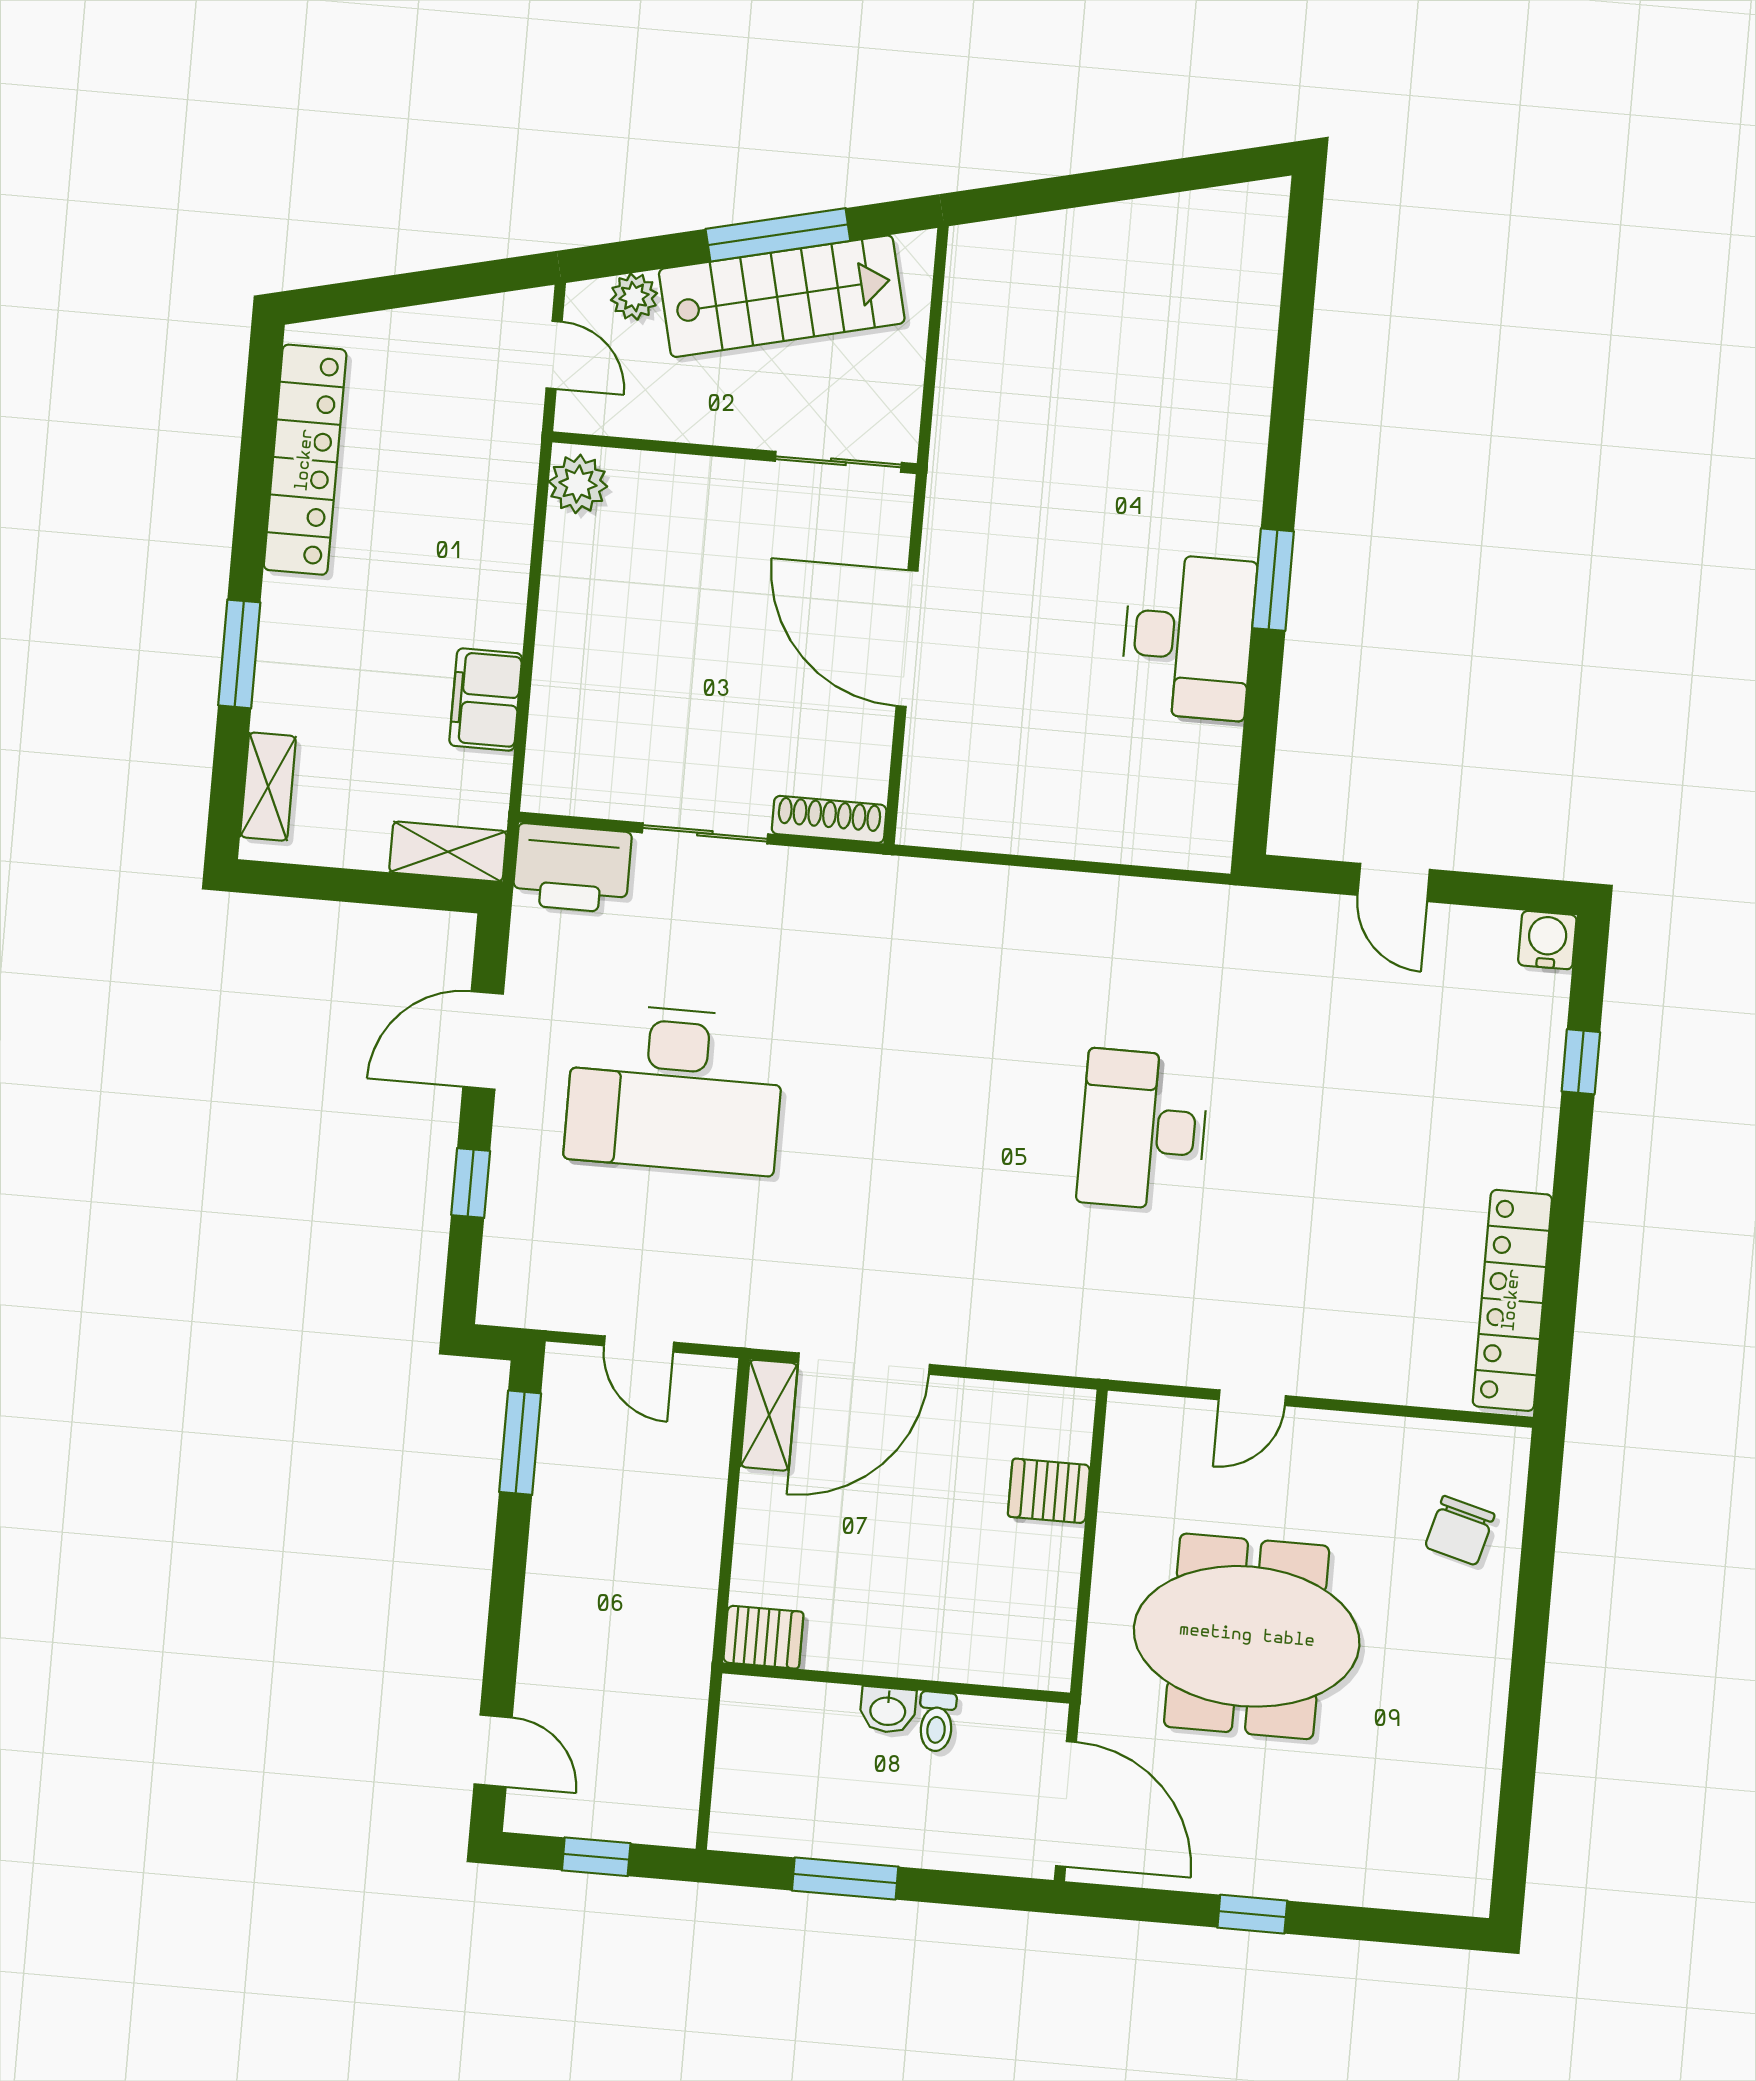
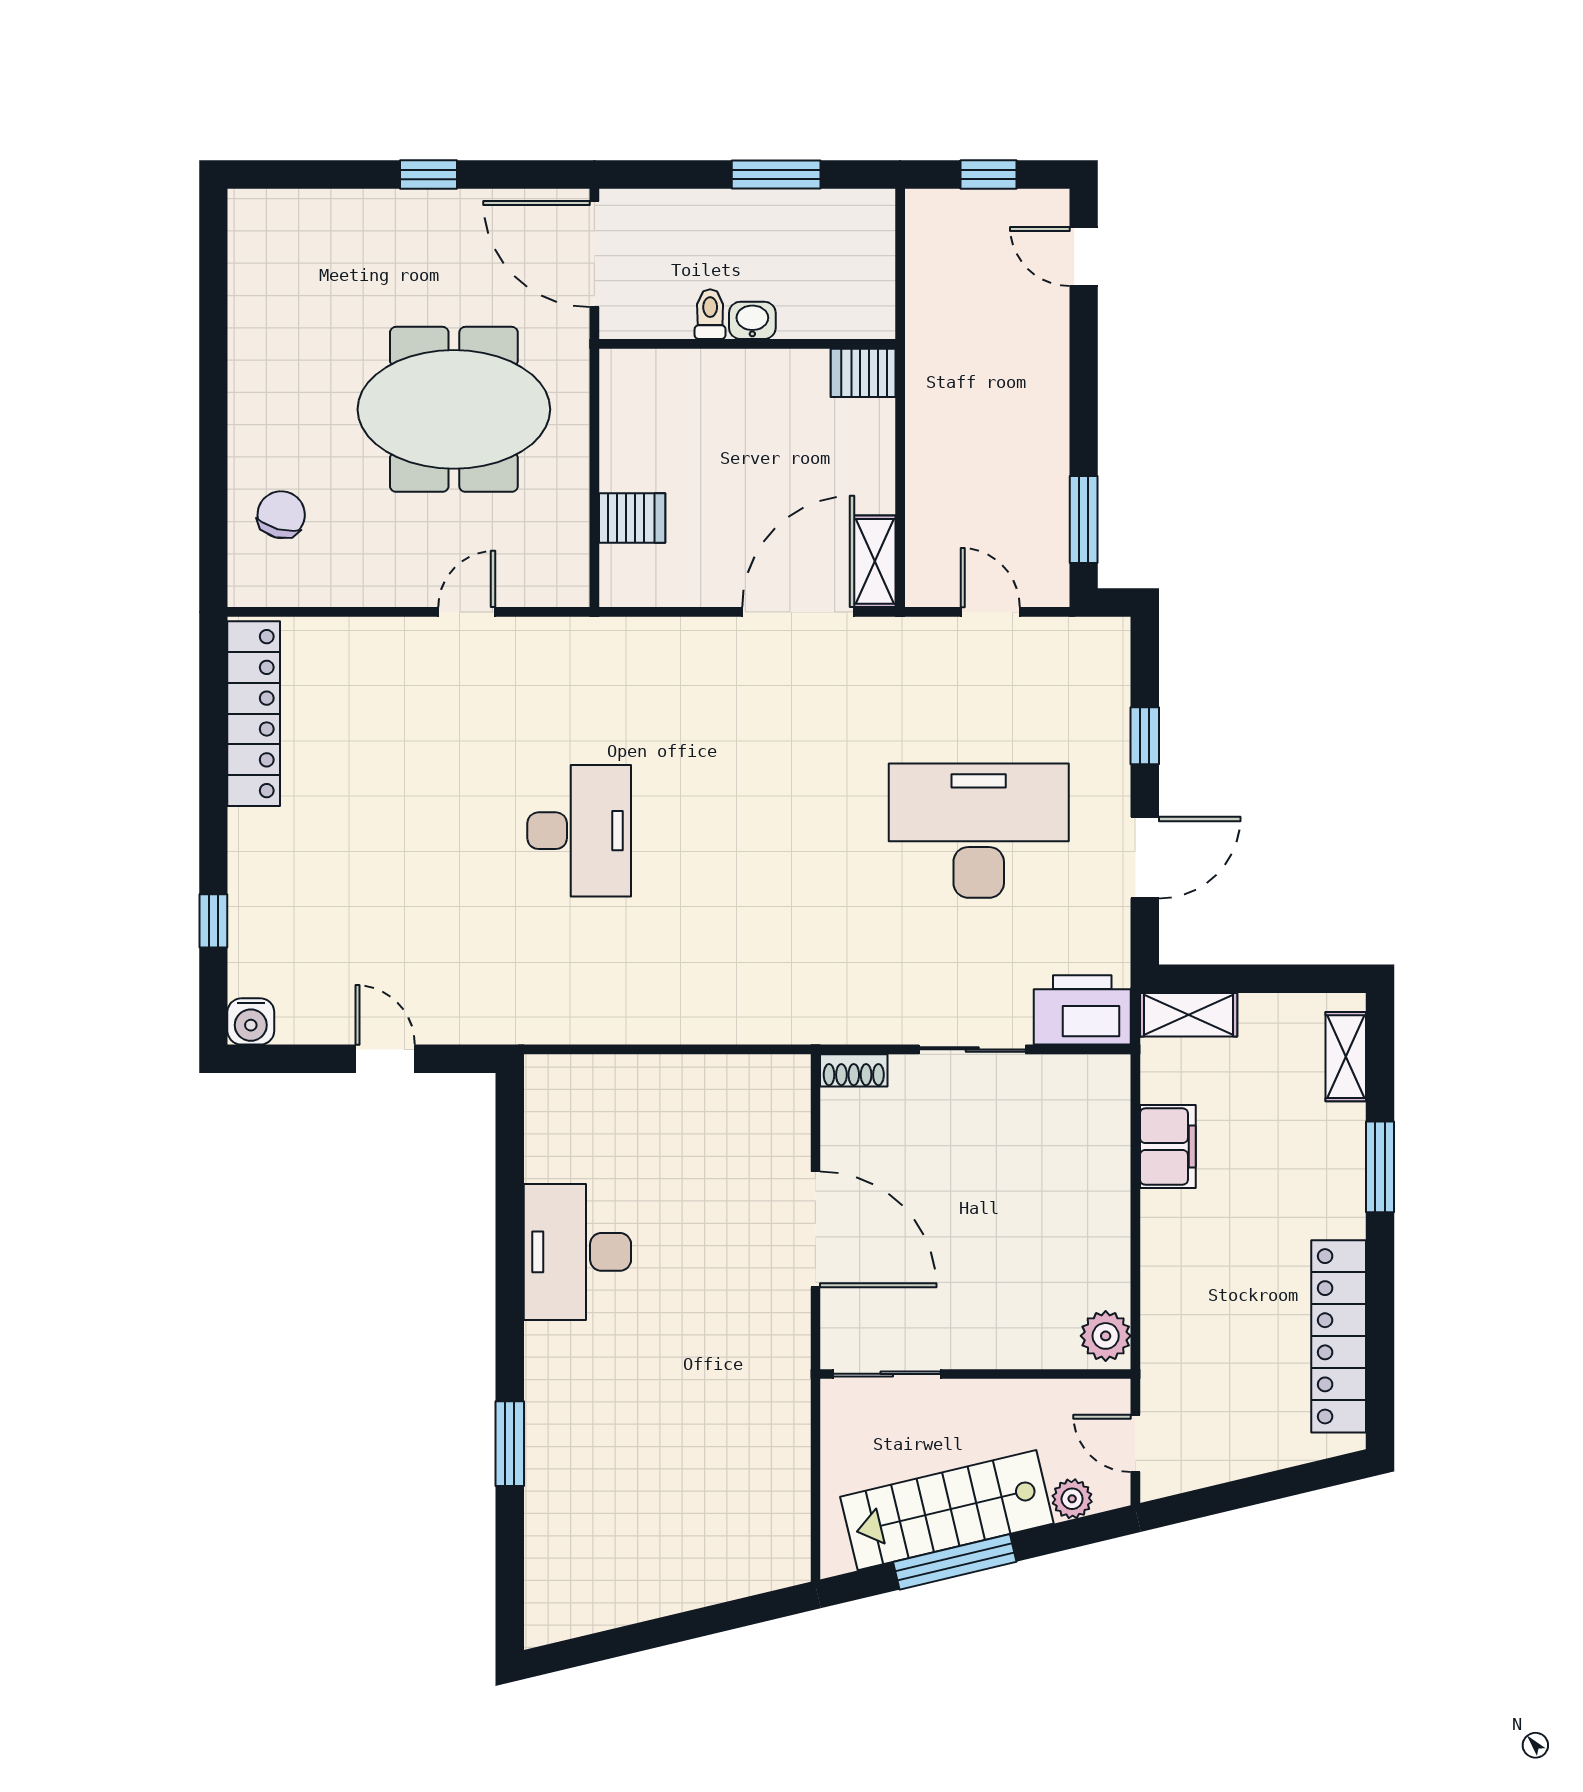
window: (1273, 580) -> (510, 1444), moved
shoe rack: (829, 819) -> (854, 1070), width x0.70

